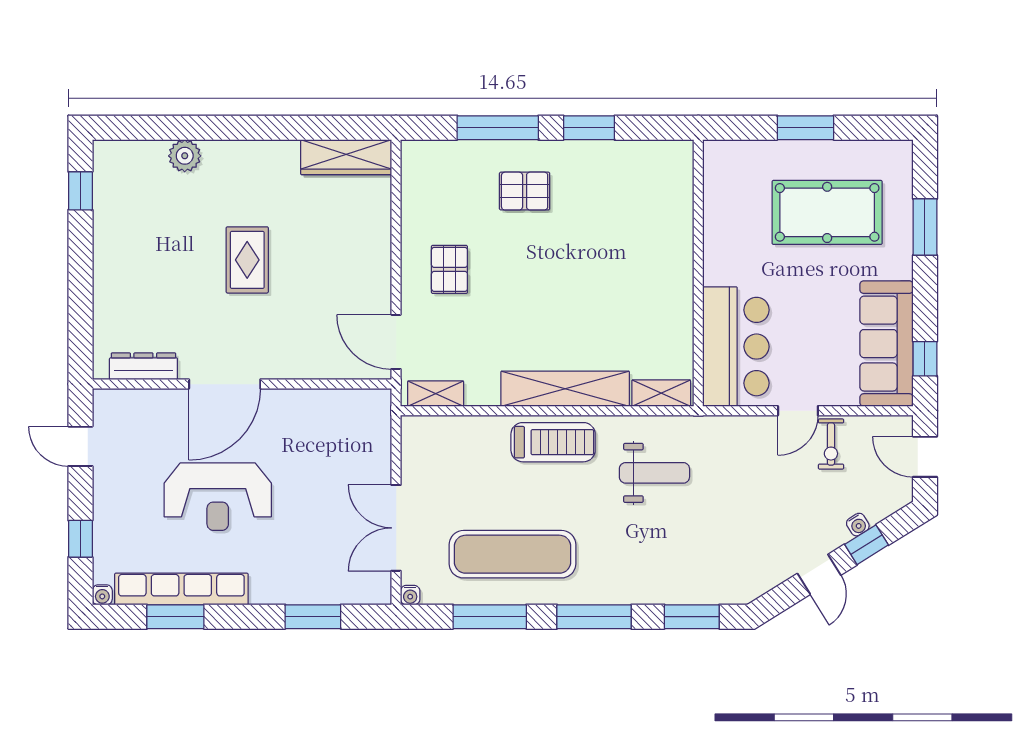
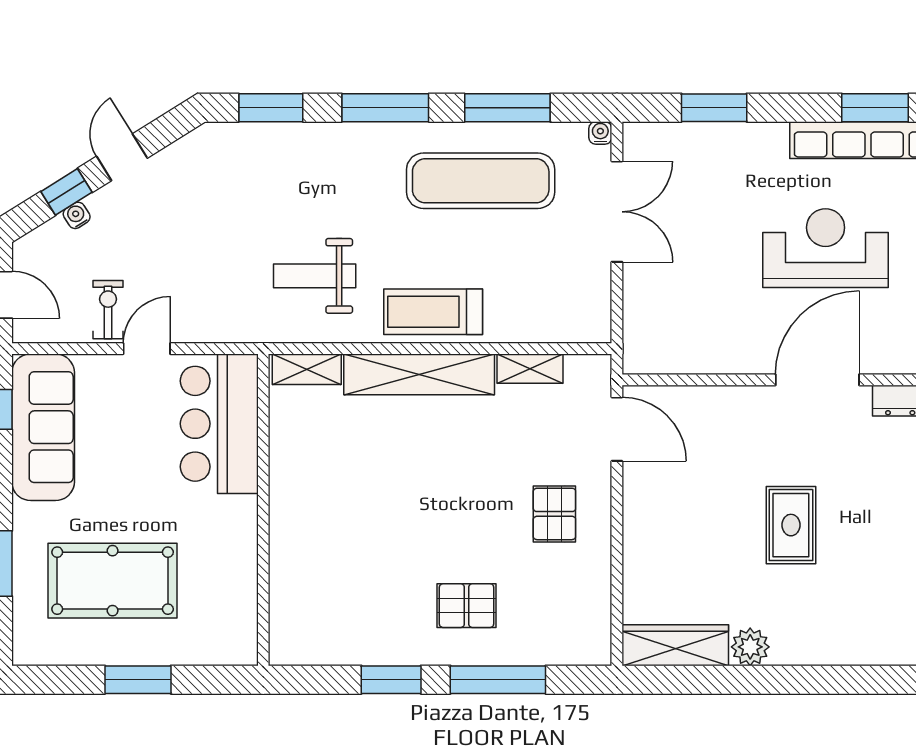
plant: (185, 156) -> (750, 647), moved
shelving: (436, 394) -> (530, 369), moved

